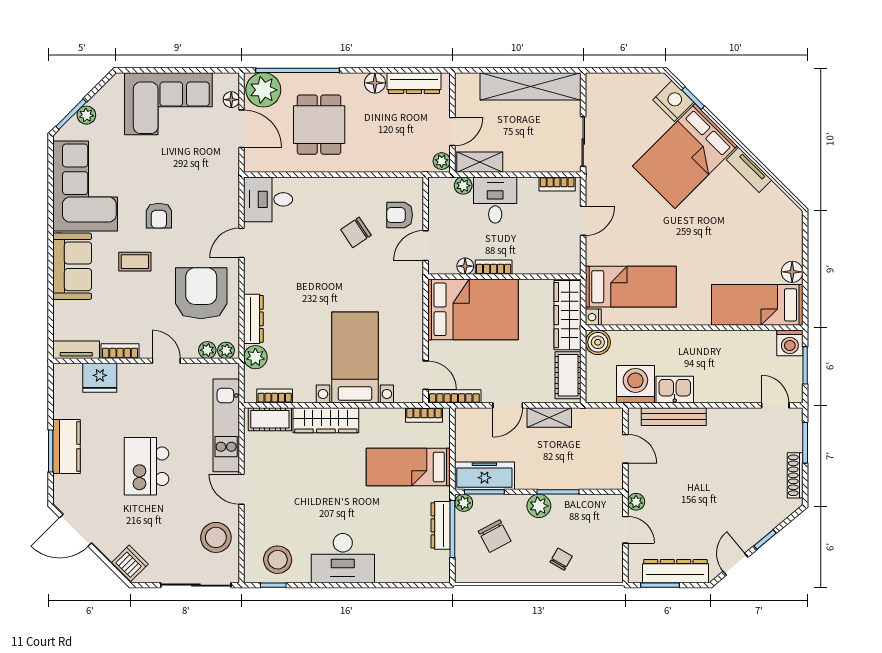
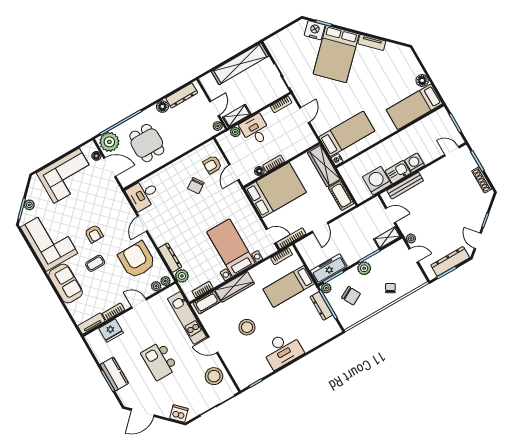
boiler: (598, 342) -> (346, 171), removed
washing machine: (790, 343) -> (415, 163), moved, turned 180
shelving: (549, 417) -> (387, 238), moved
stool: (278, 560) -> (247, 327), moved

